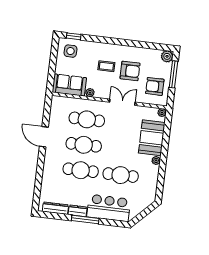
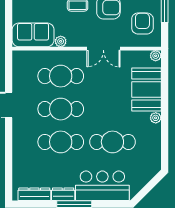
armchair: (155, 86) -> (142, 23), turned 90
double door: (122, 102) -> (103, 49), swing flipped

